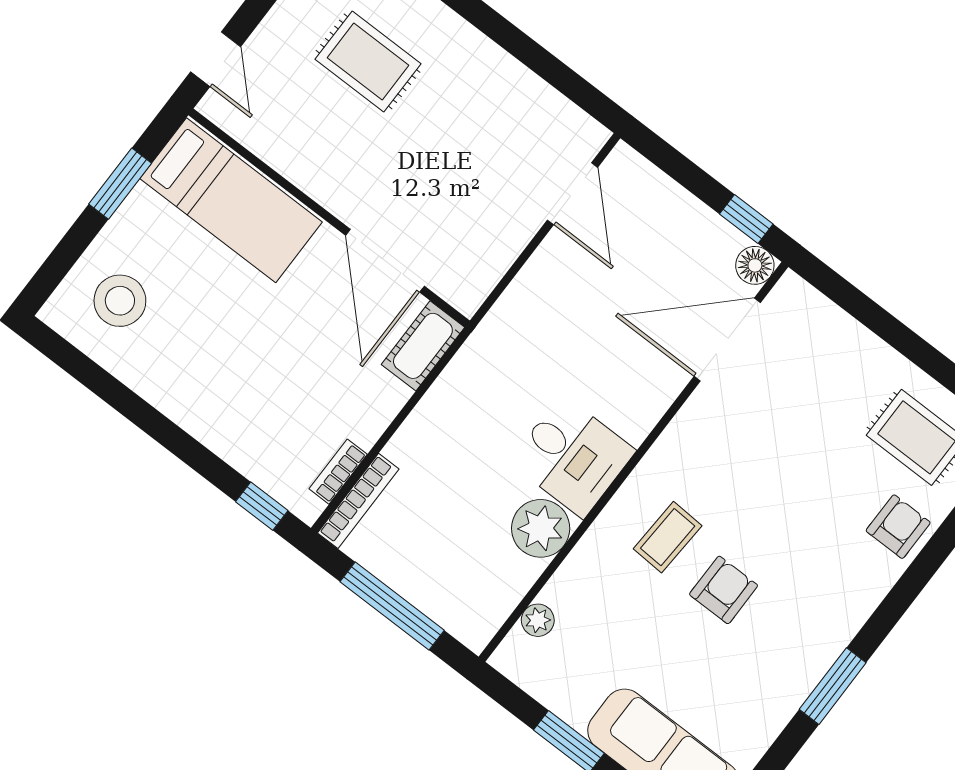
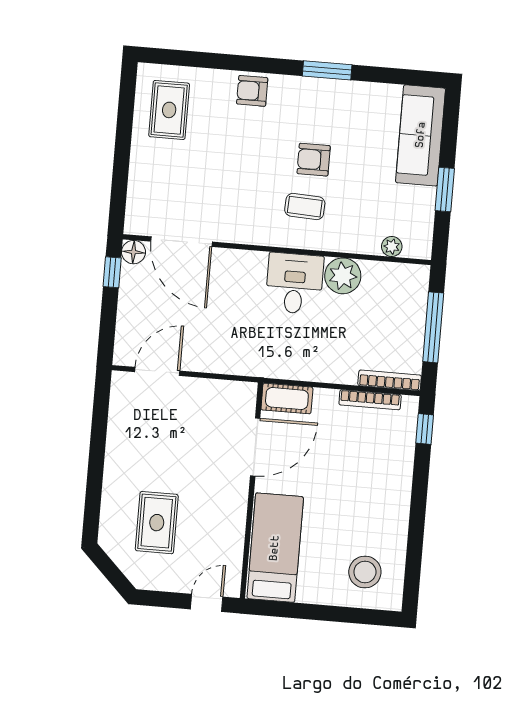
window: (120, 184) -> (304, 611), removed
bookcase: (338, 472) -> (370, 400), width x1.56
armchair: (898, 527) -> (252, 91), moved

